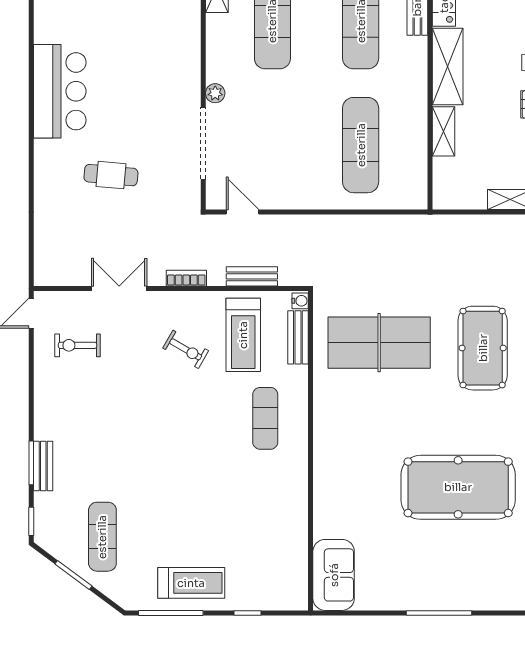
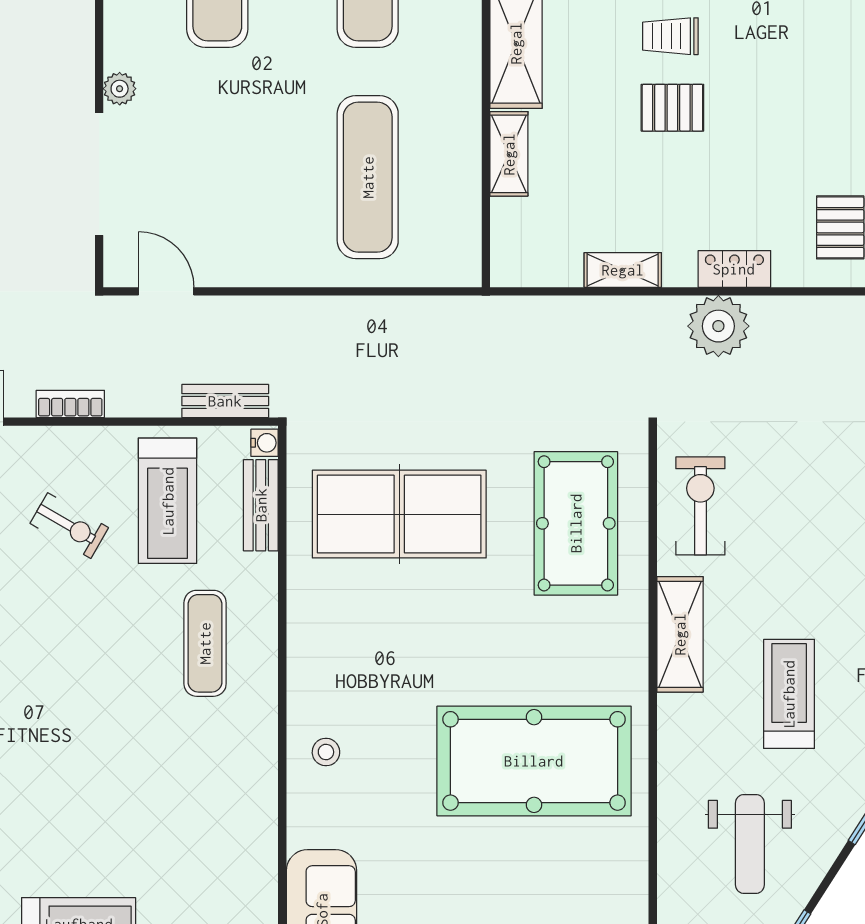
bench: (252, 276) -> (225, 401), moved
stool: (336, 482) -> (326, 752), added

